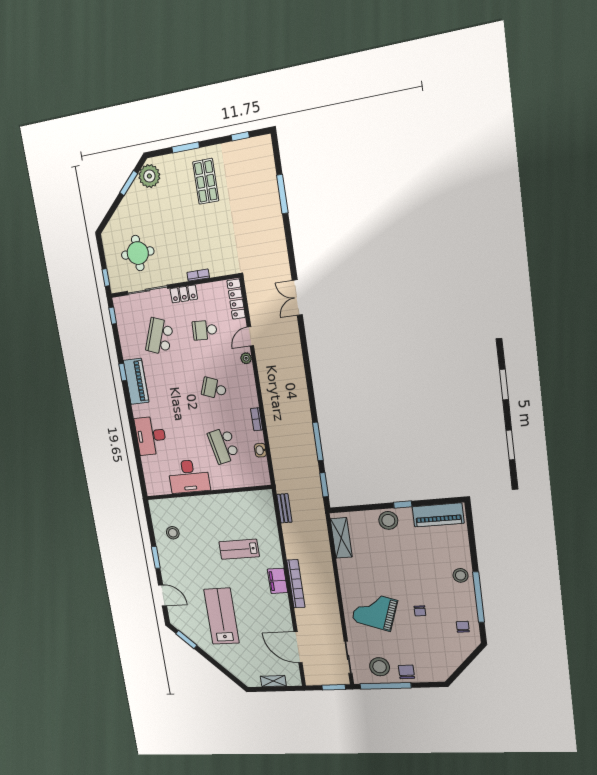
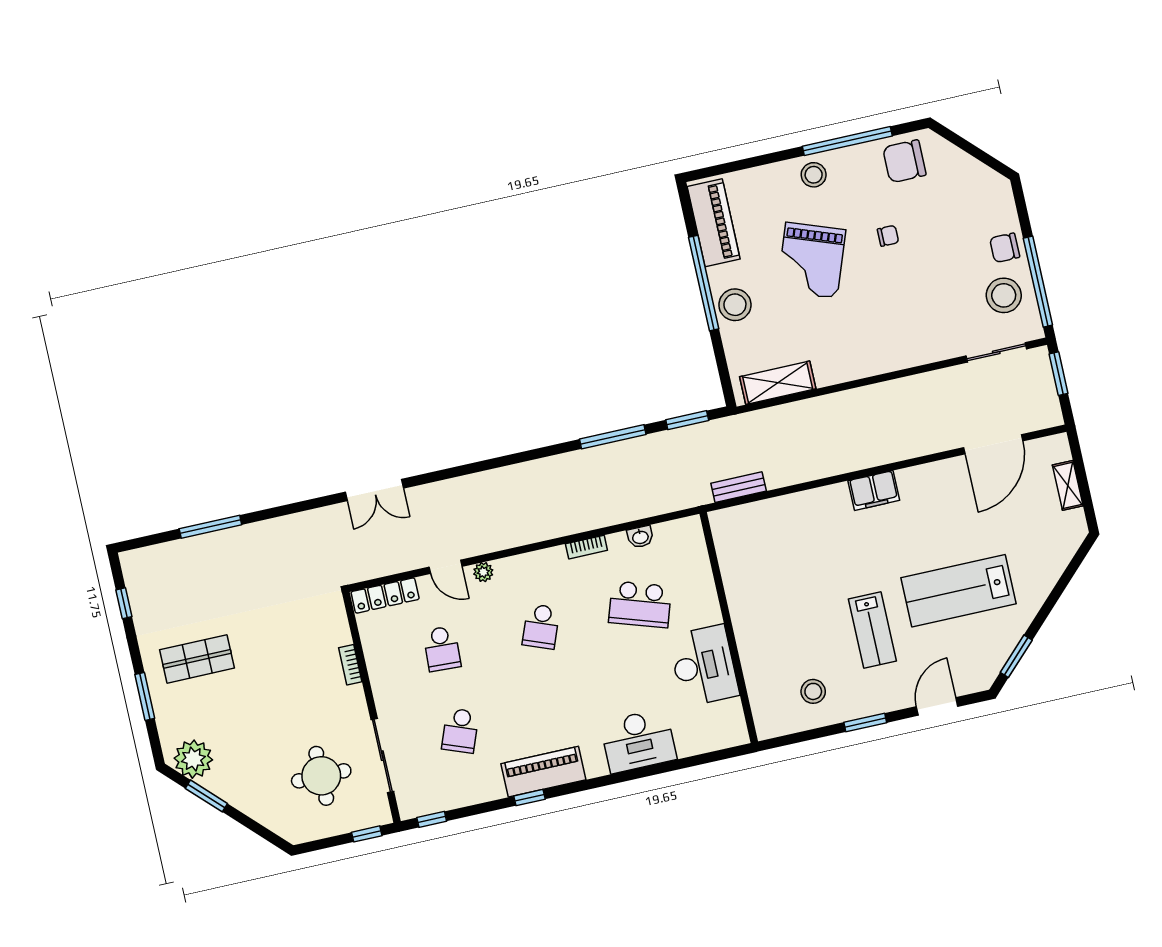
locker: (184, 294) -> (384, 689), removed
school desk: (160, 336) -> (460, 731), width x0.54
school desk: (223, 446) -> (640, 604), turned 30
window: (403, 504) -> (704, 283), width x3.17
lab bench: (239, 549) -> (872, 630), moved
bookcase: (296, 584) -> (874, 457), removed
grand piano: (375, 611) -> (811, 260), moved
chair: (463, 627) -> (904, 161), width x1.87, depth x1.87

